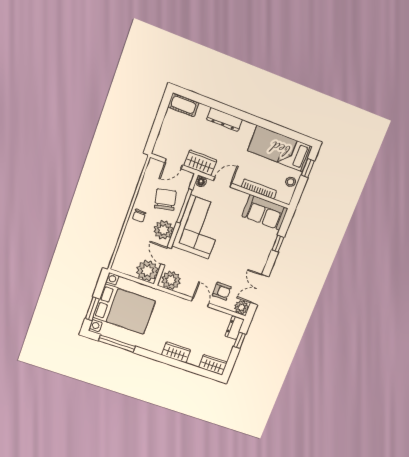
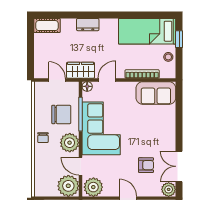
dresser: (224, 120) -> (88, 25), width x0.70
door: (174, 164) -> (57, 80), swing flipped
chair: (165, 200) -> (61, 114), turned 102
window: (278, 243) -> (179, 117), removed
armchair: (222, 291) -> (146, 165), moved

